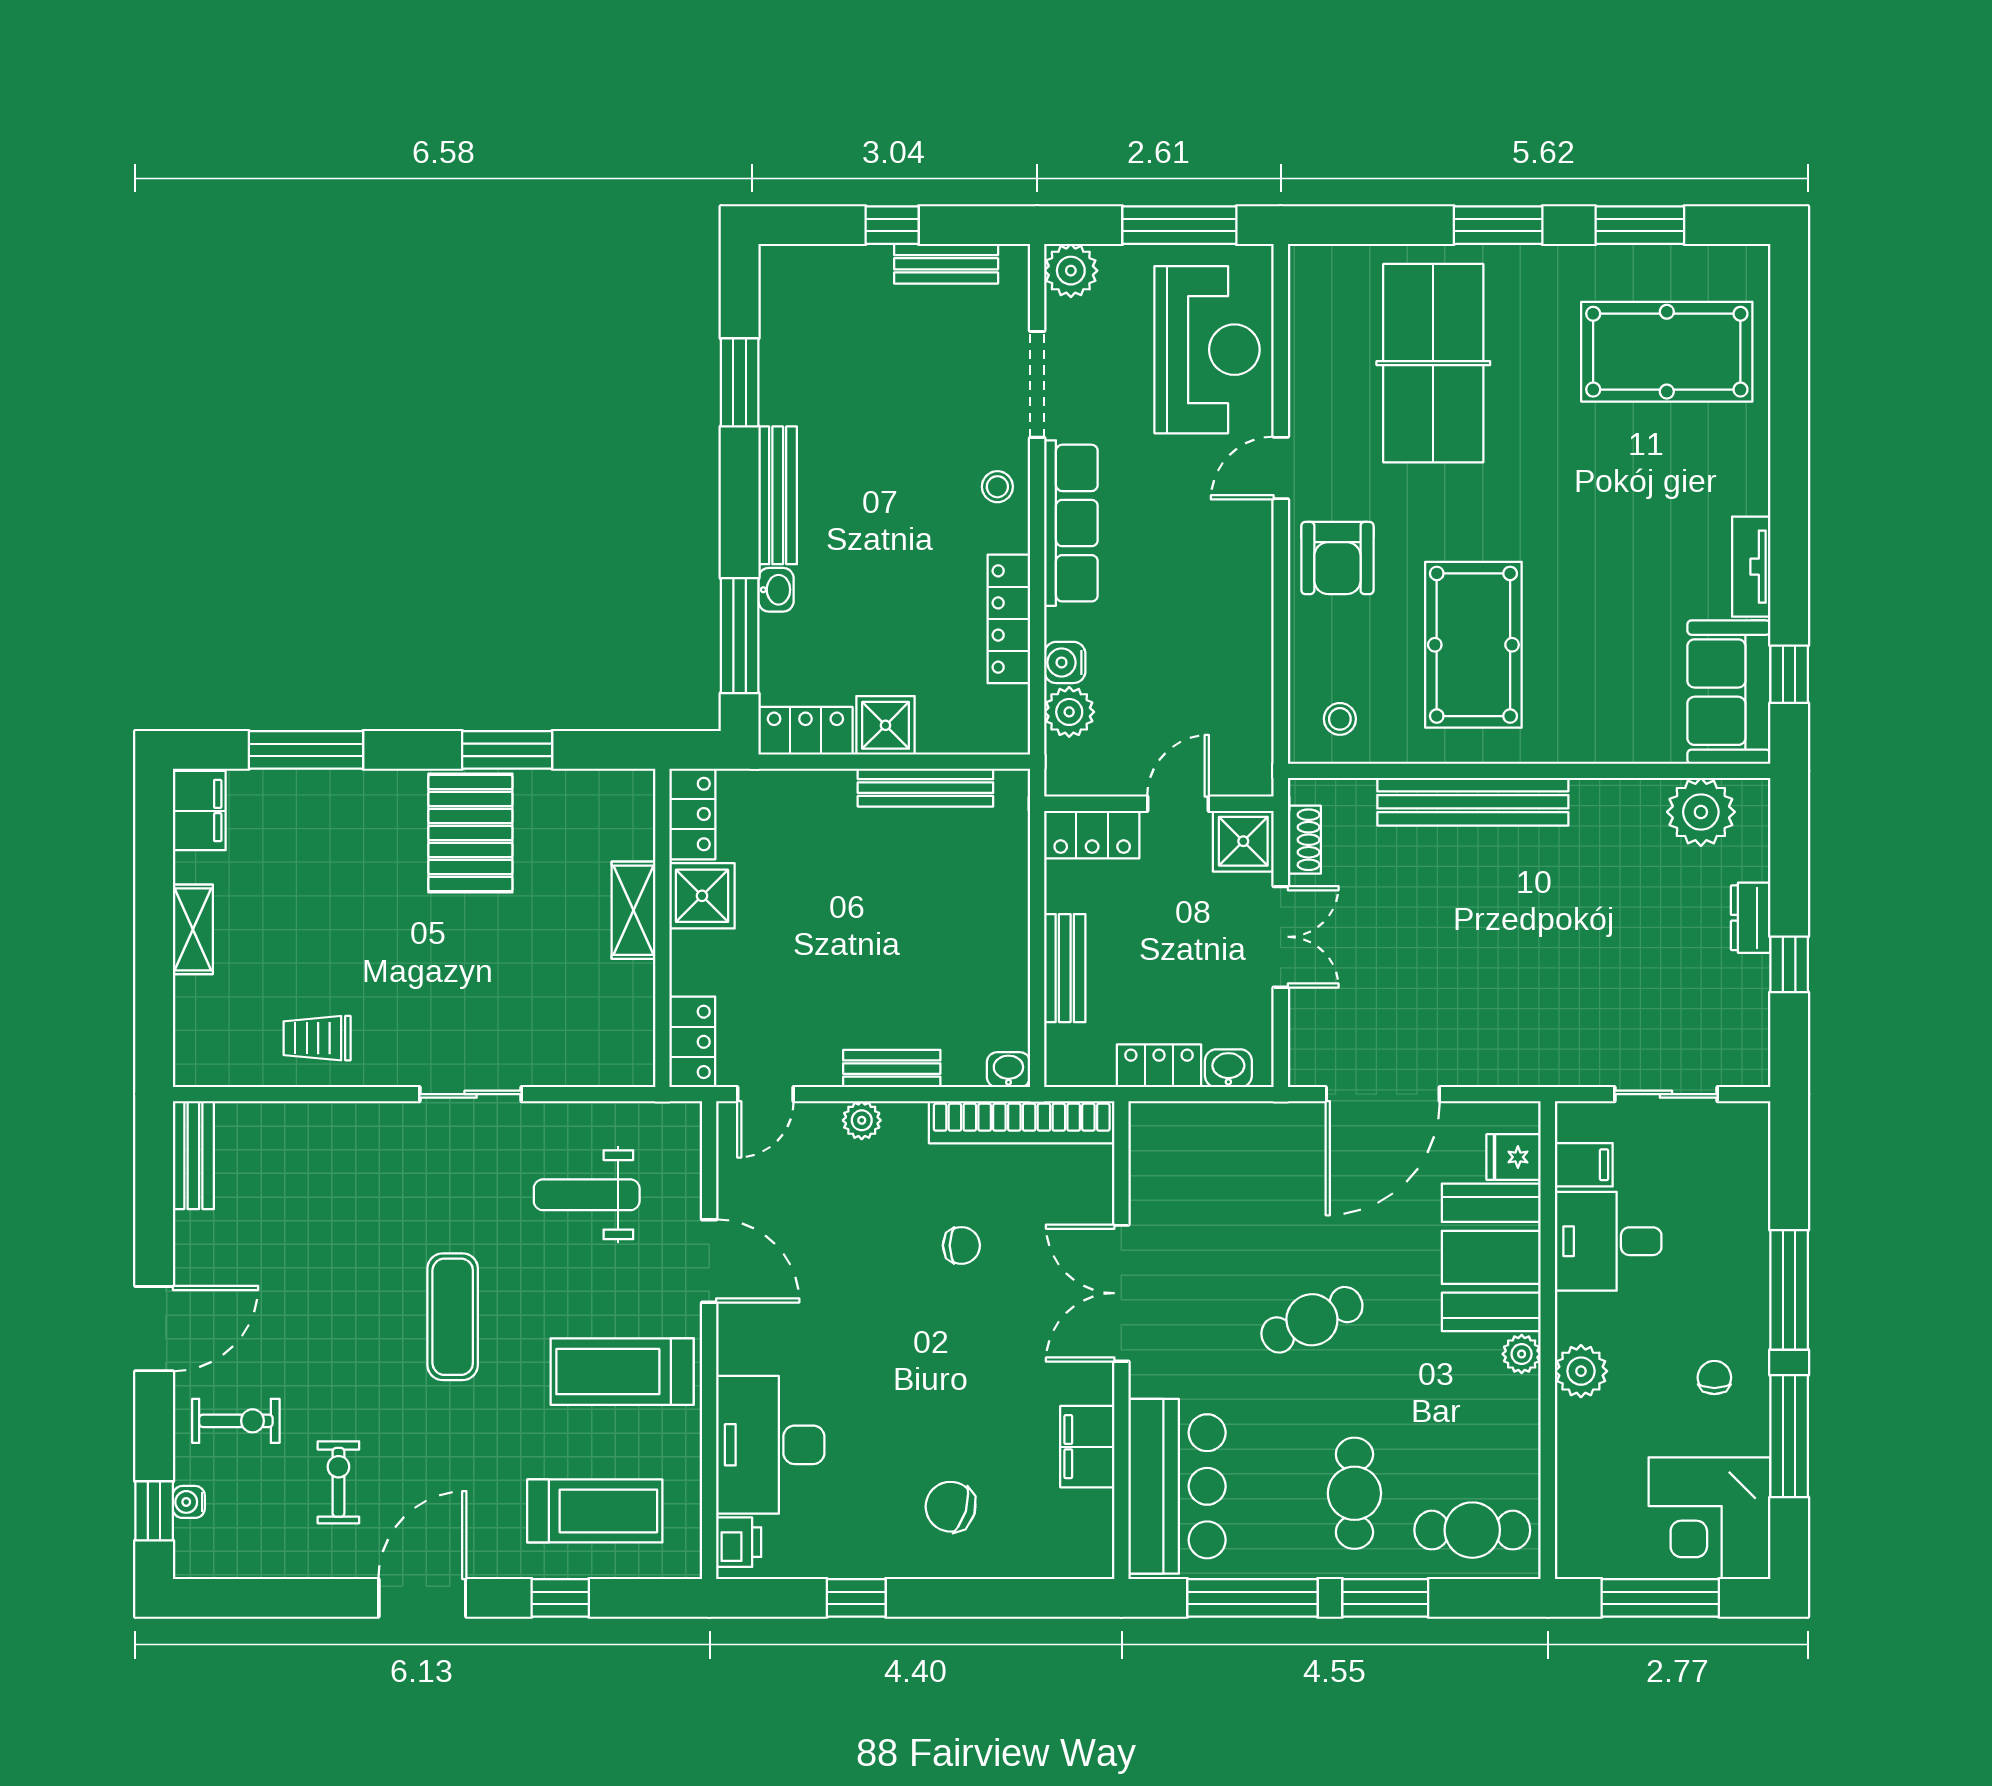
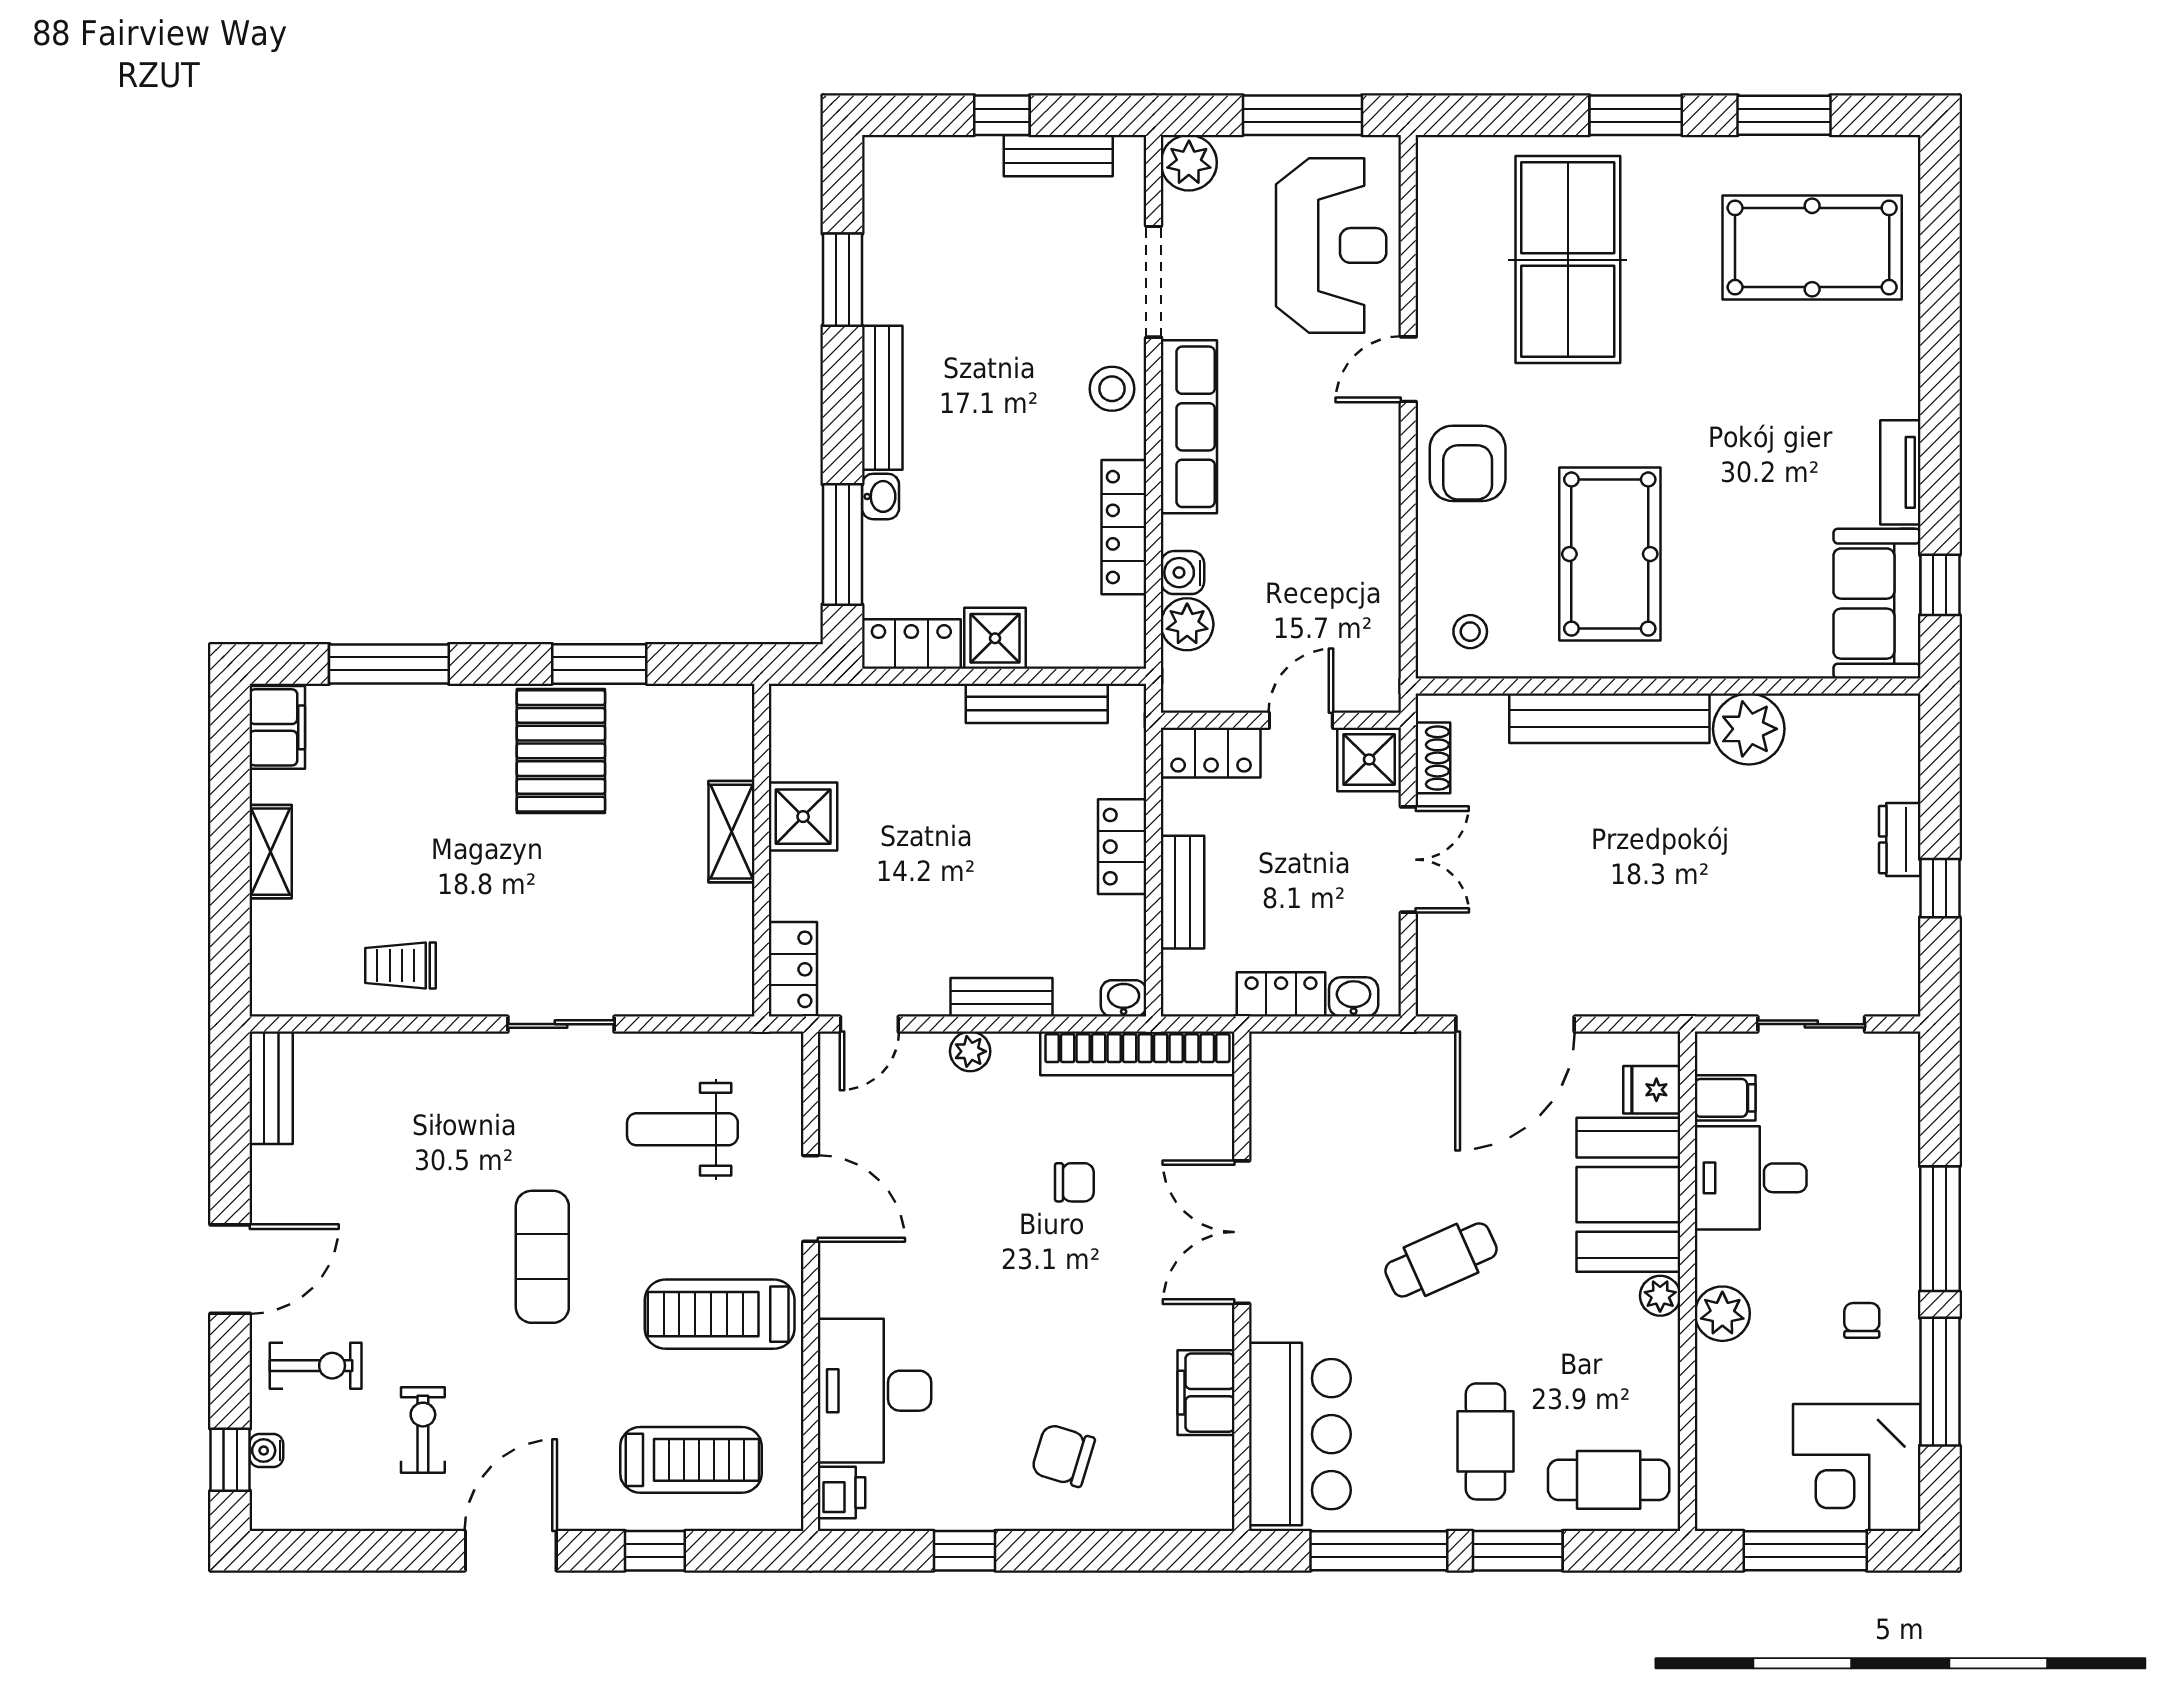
stool: (997, 487) -> (1112, 389), width x1.37, depth x1.37
plant: (1701, 812) -> (1749, 729), moved
locker: (692, 814) -> (1122, 847), moved, turned 180

